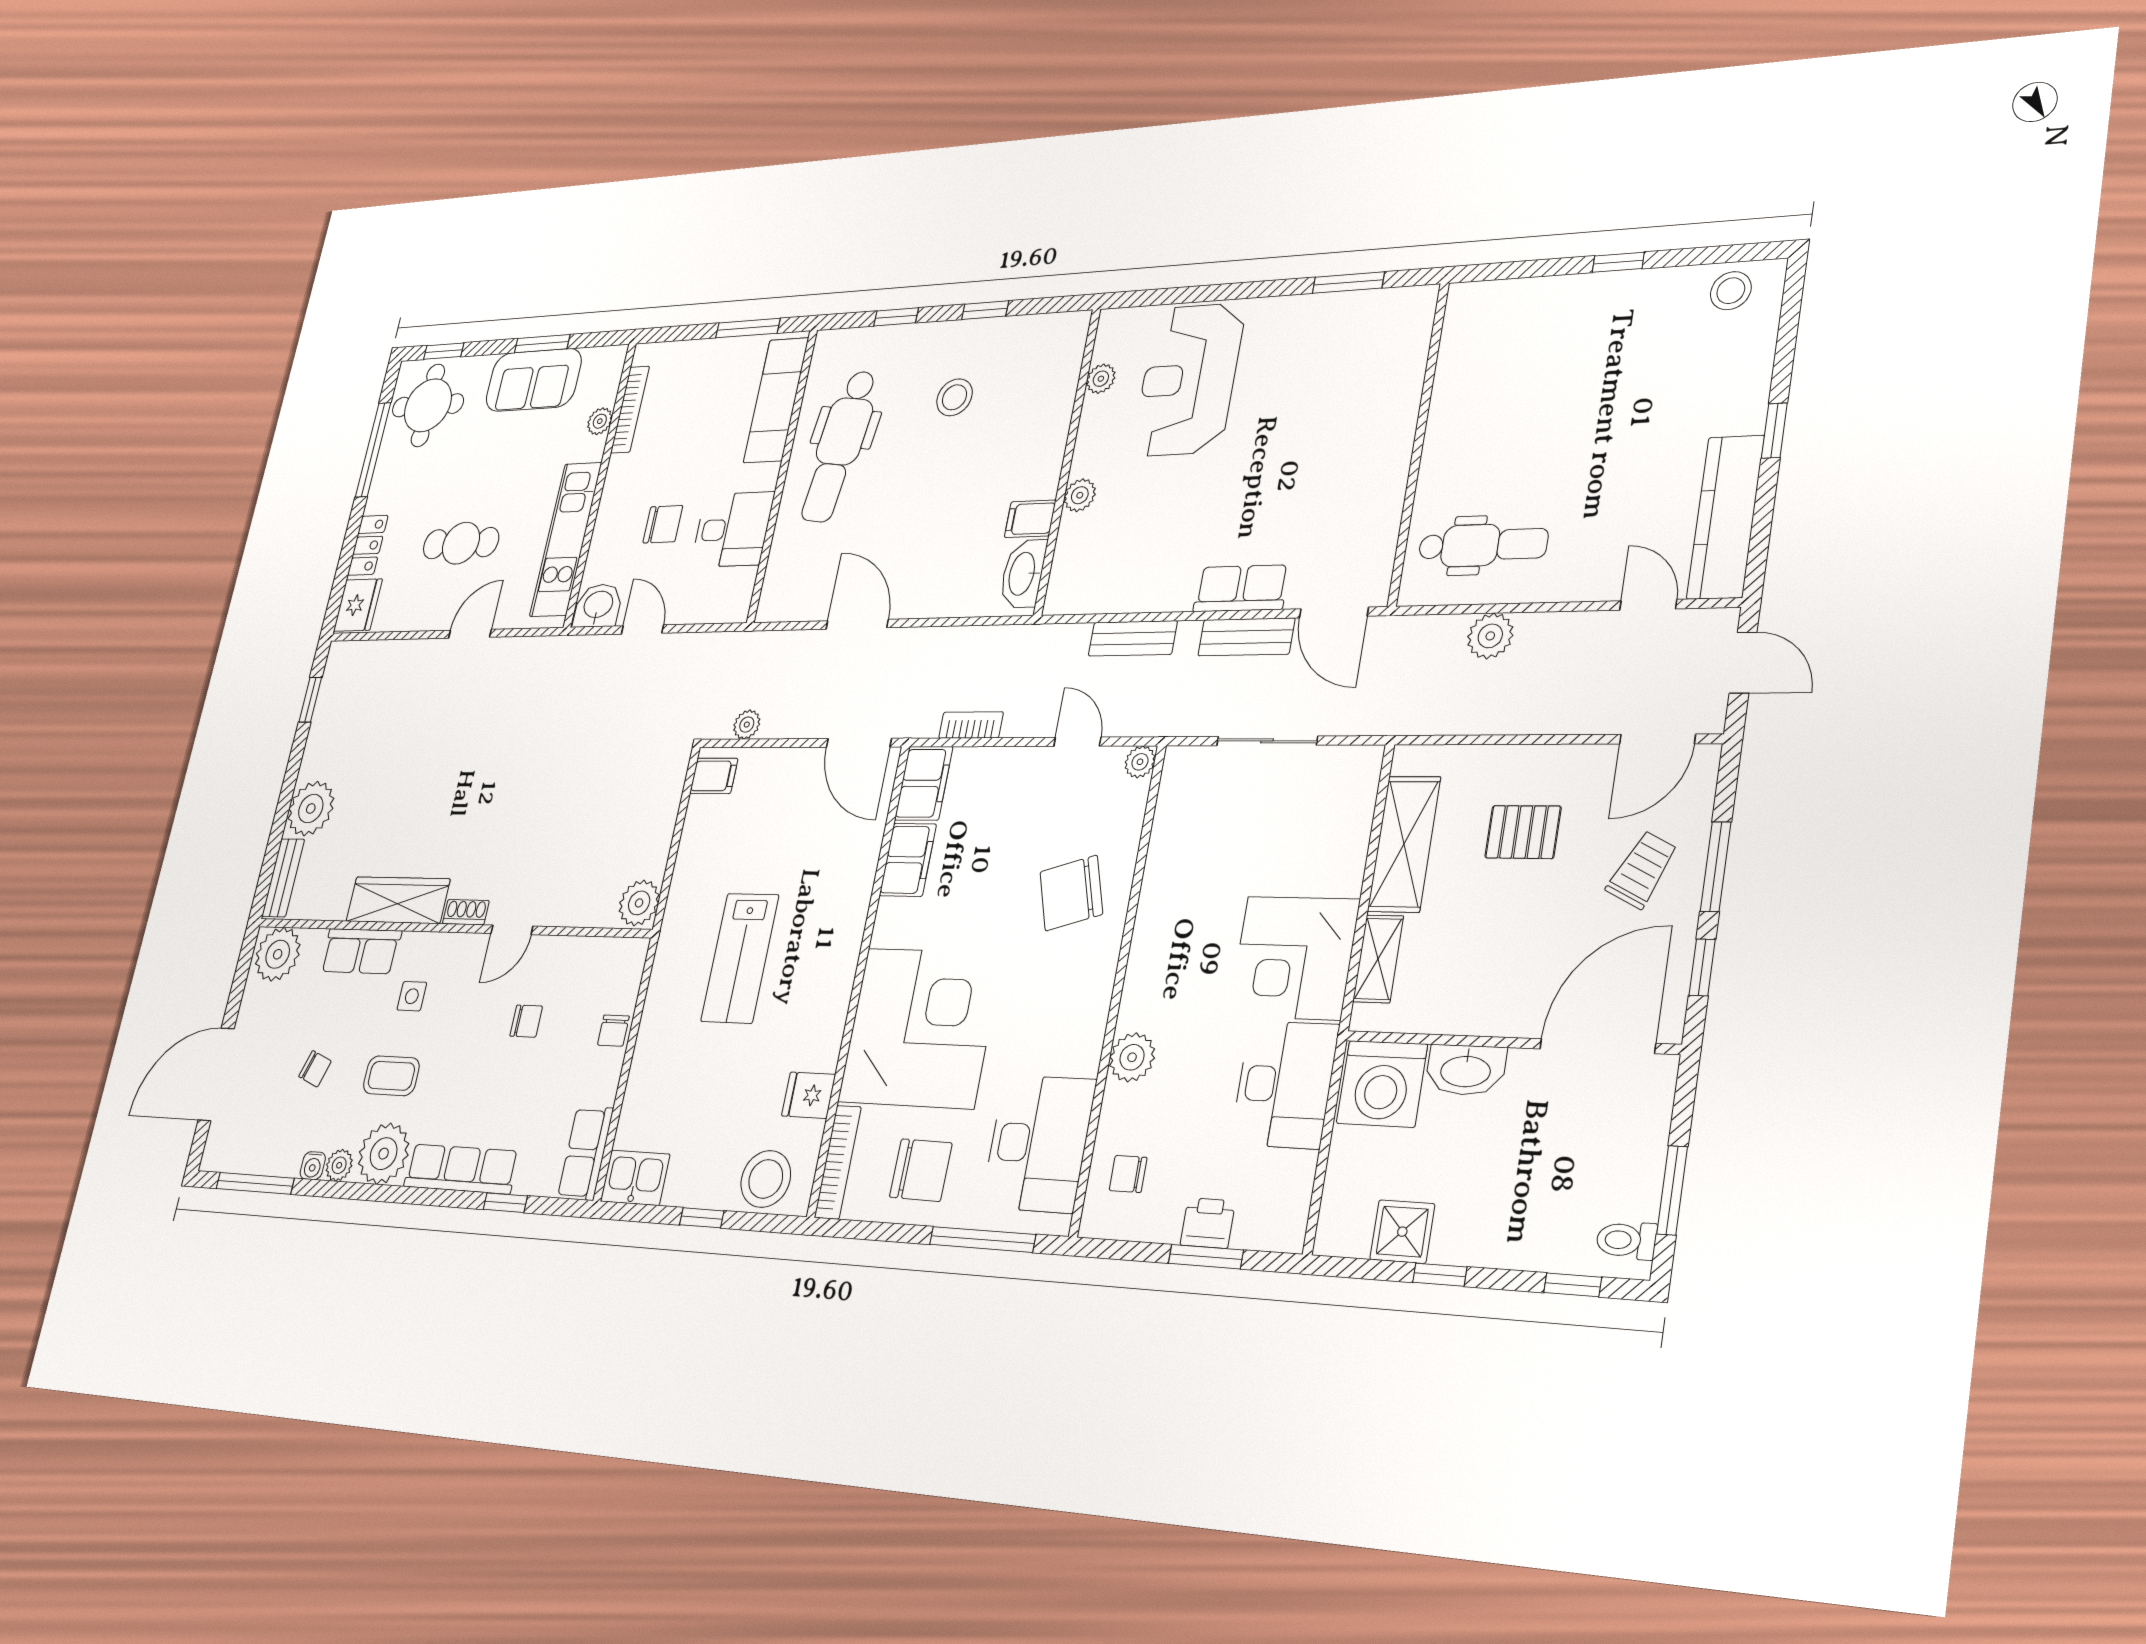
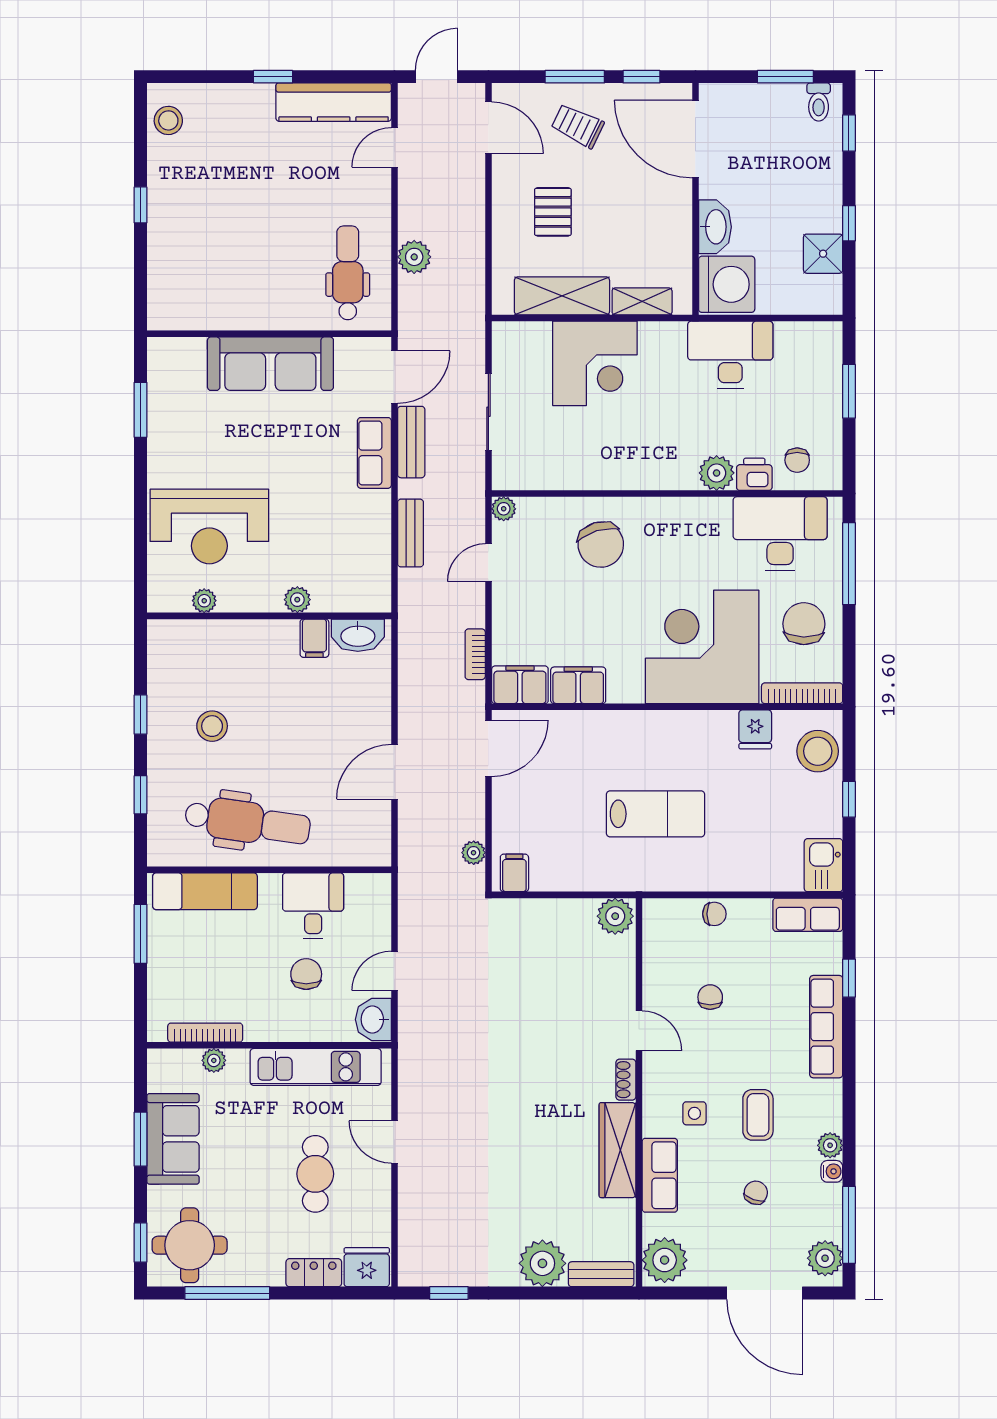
sofa: (1379, 447) -> (270, 364), added
corner desk: (1294, 958) -> (595, 363), moved
plant: (384, 1154) -> (825, 1258), moved, width x0.73, depth x0.73
printer: (1208, 1223) -> (754, 474), moved, turned 90

